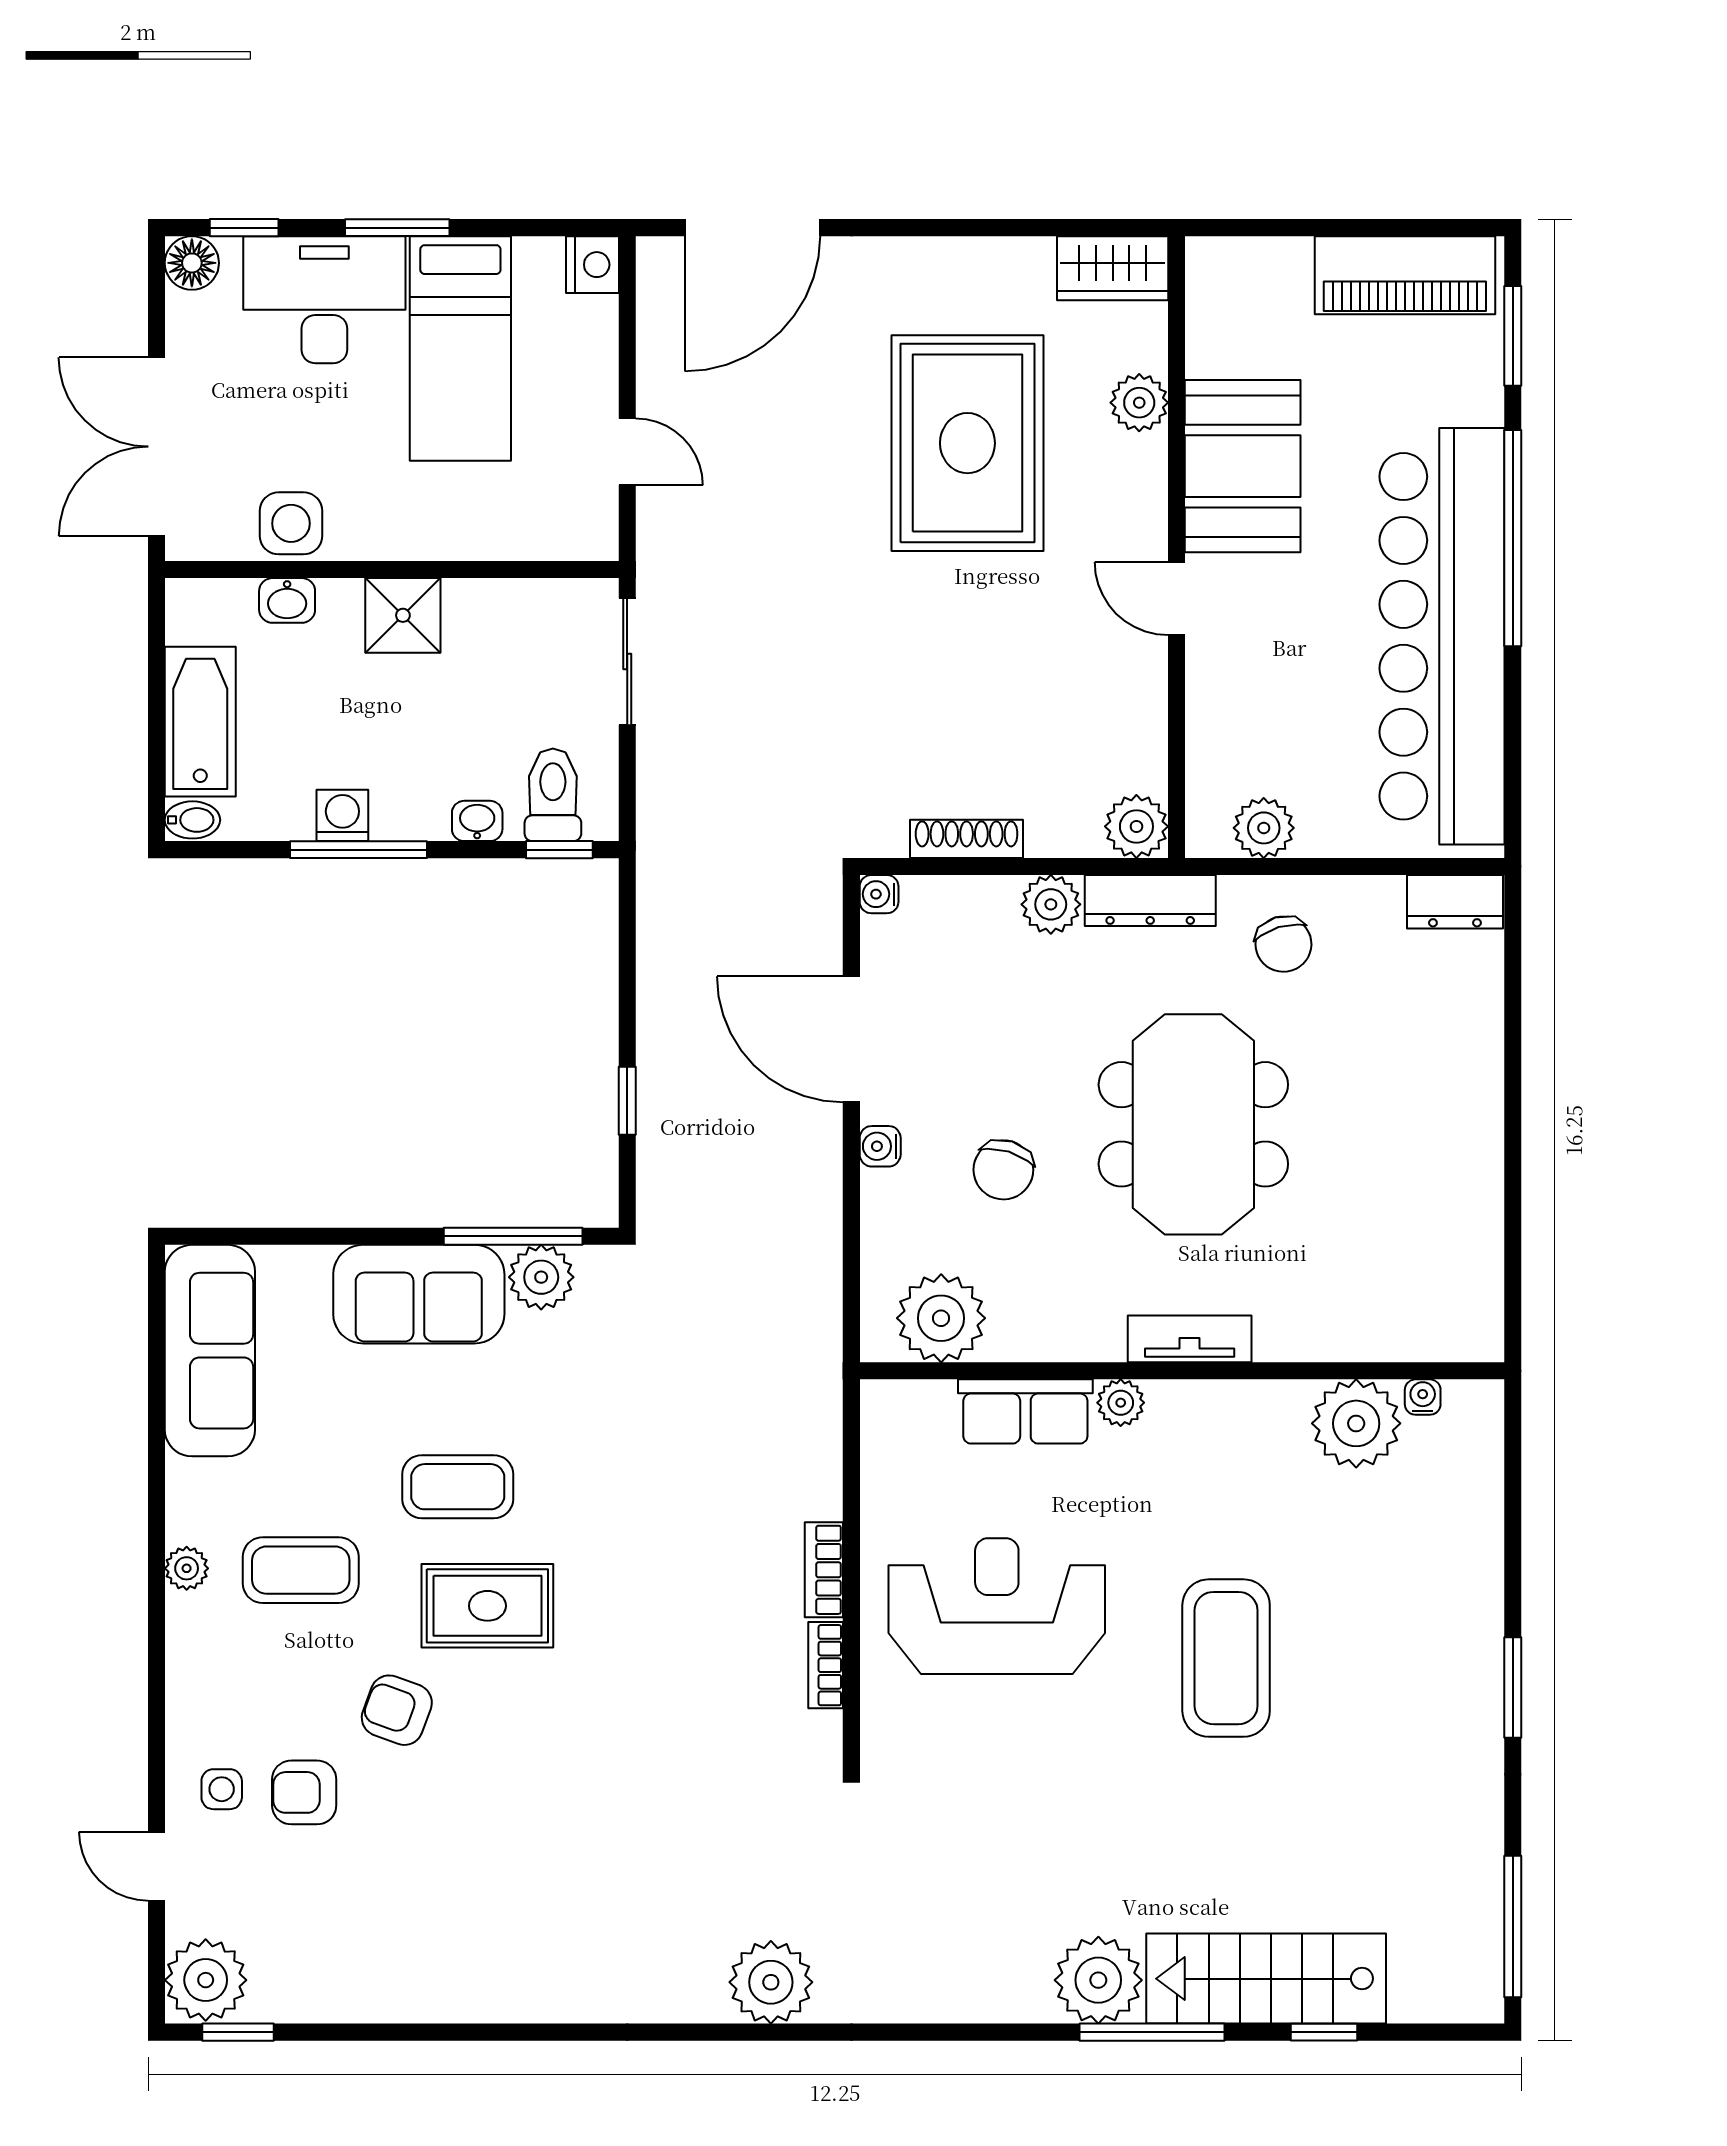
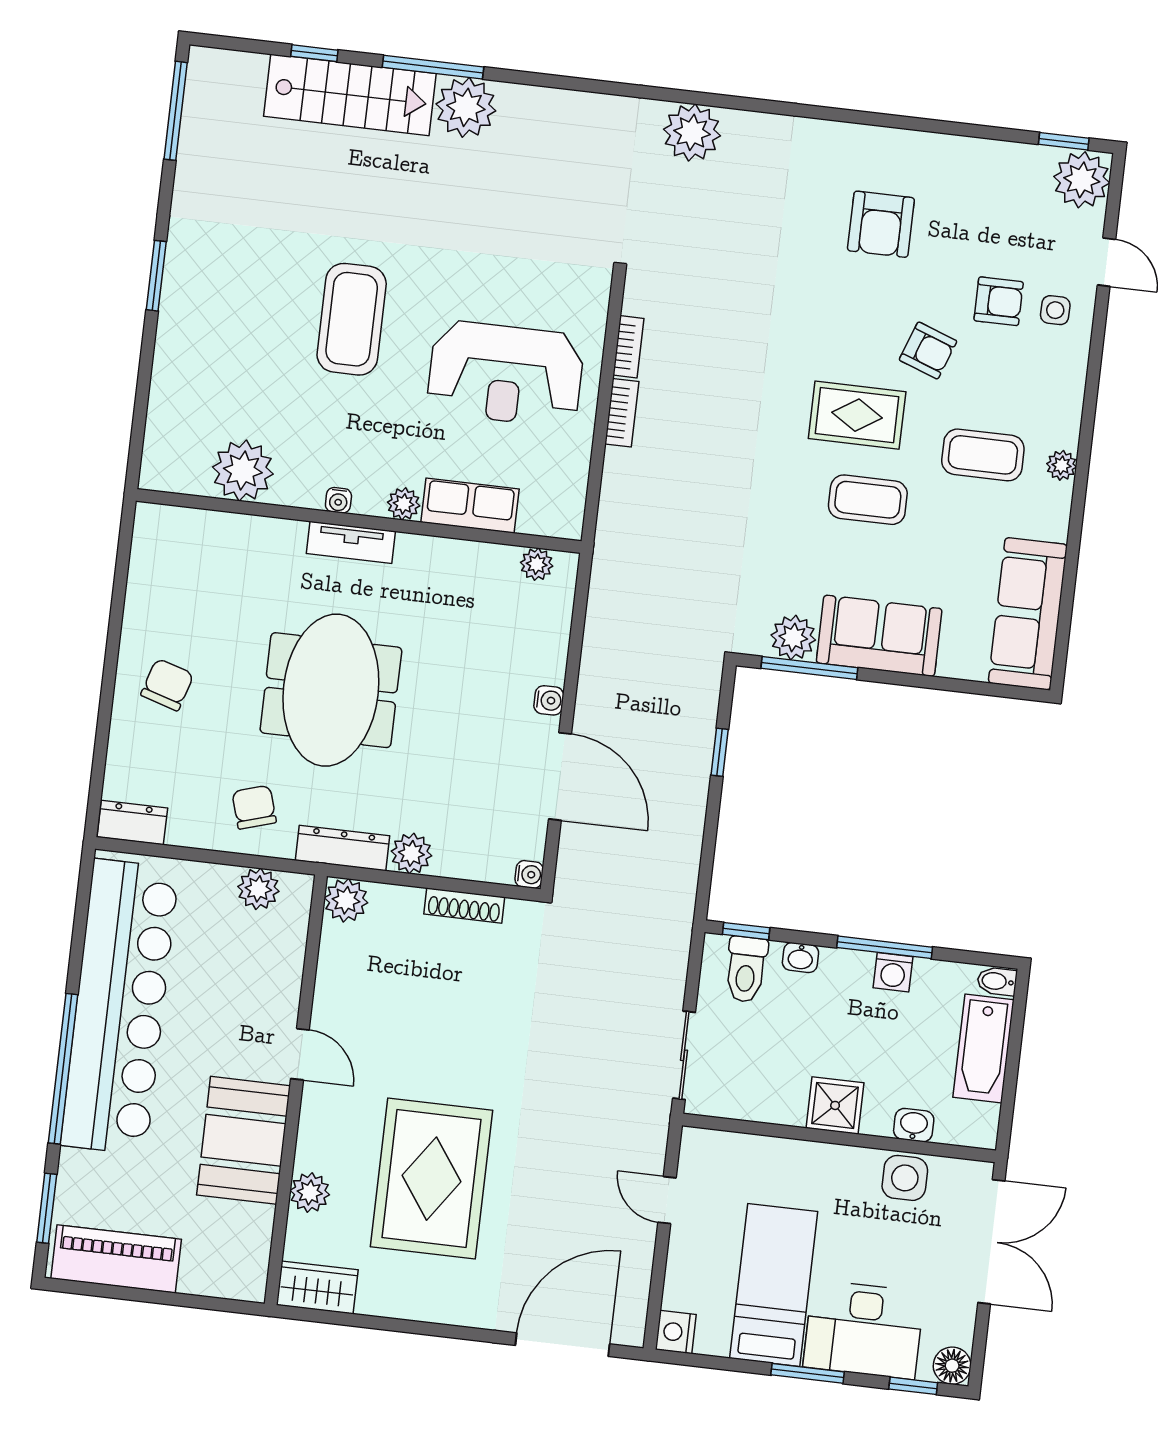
chair: (1003, 1170) -> (167, 685), moved
plant: (941, 1318) -> (537, 564), width x0.53, depth x0.53
water cooler: (1423, 1397) -> (338, 500), moved
armchair: (485, 1883) -> (881, 224), added

